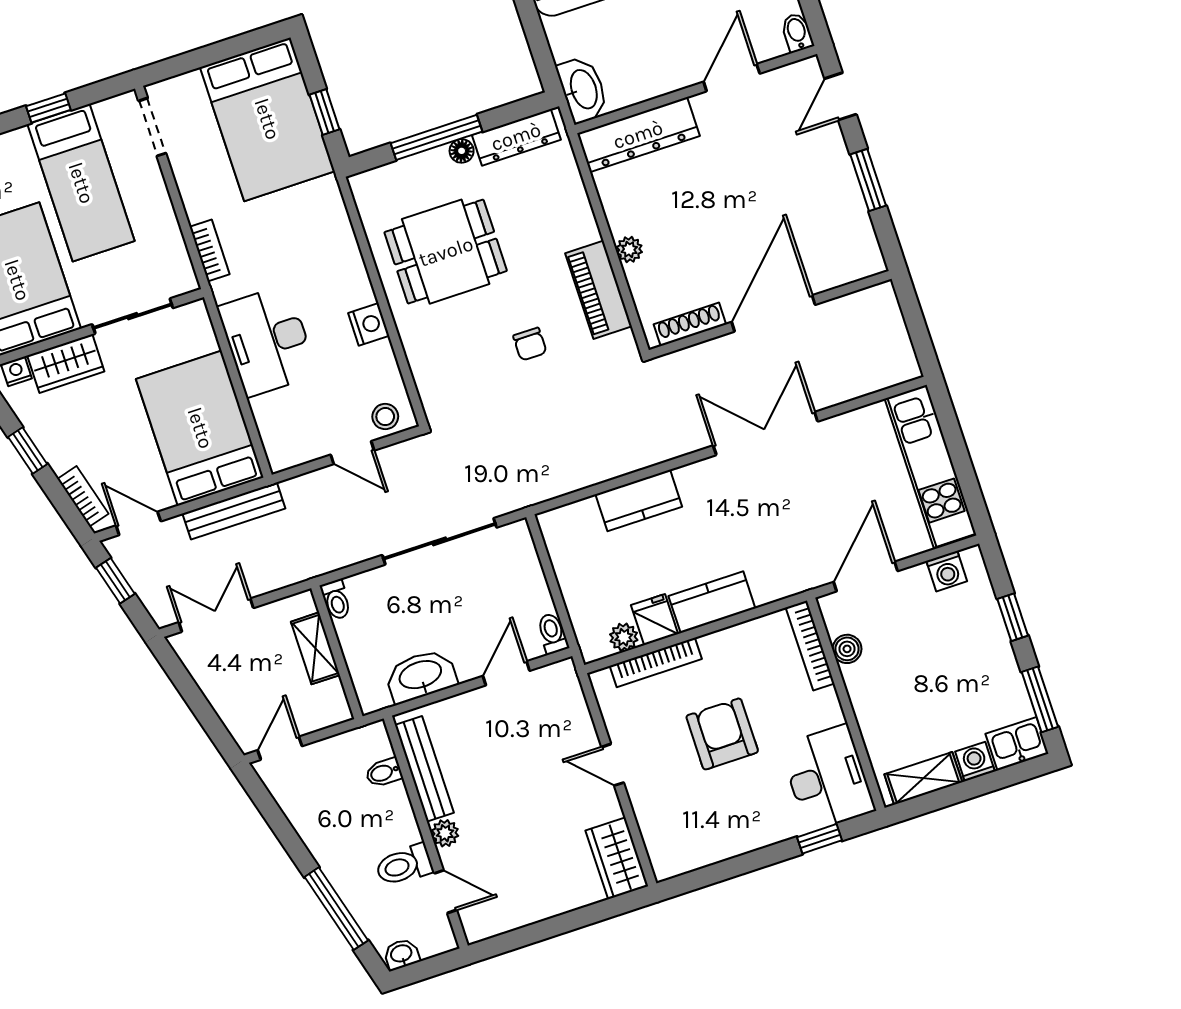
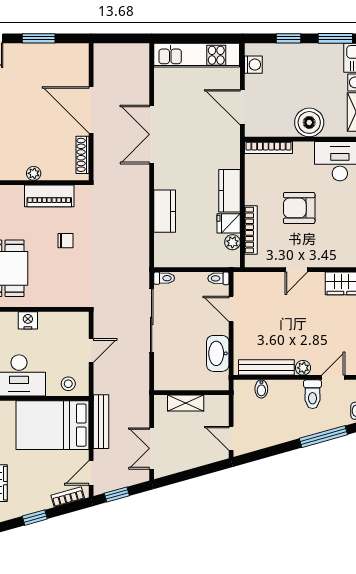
stool: (385, 417) -> (68, 384), moved
toilet: (336, 600) -> (164, 278), moved
boiler: (847, 649) -> (309, 122), moved, width x1.86, depth x1.86

